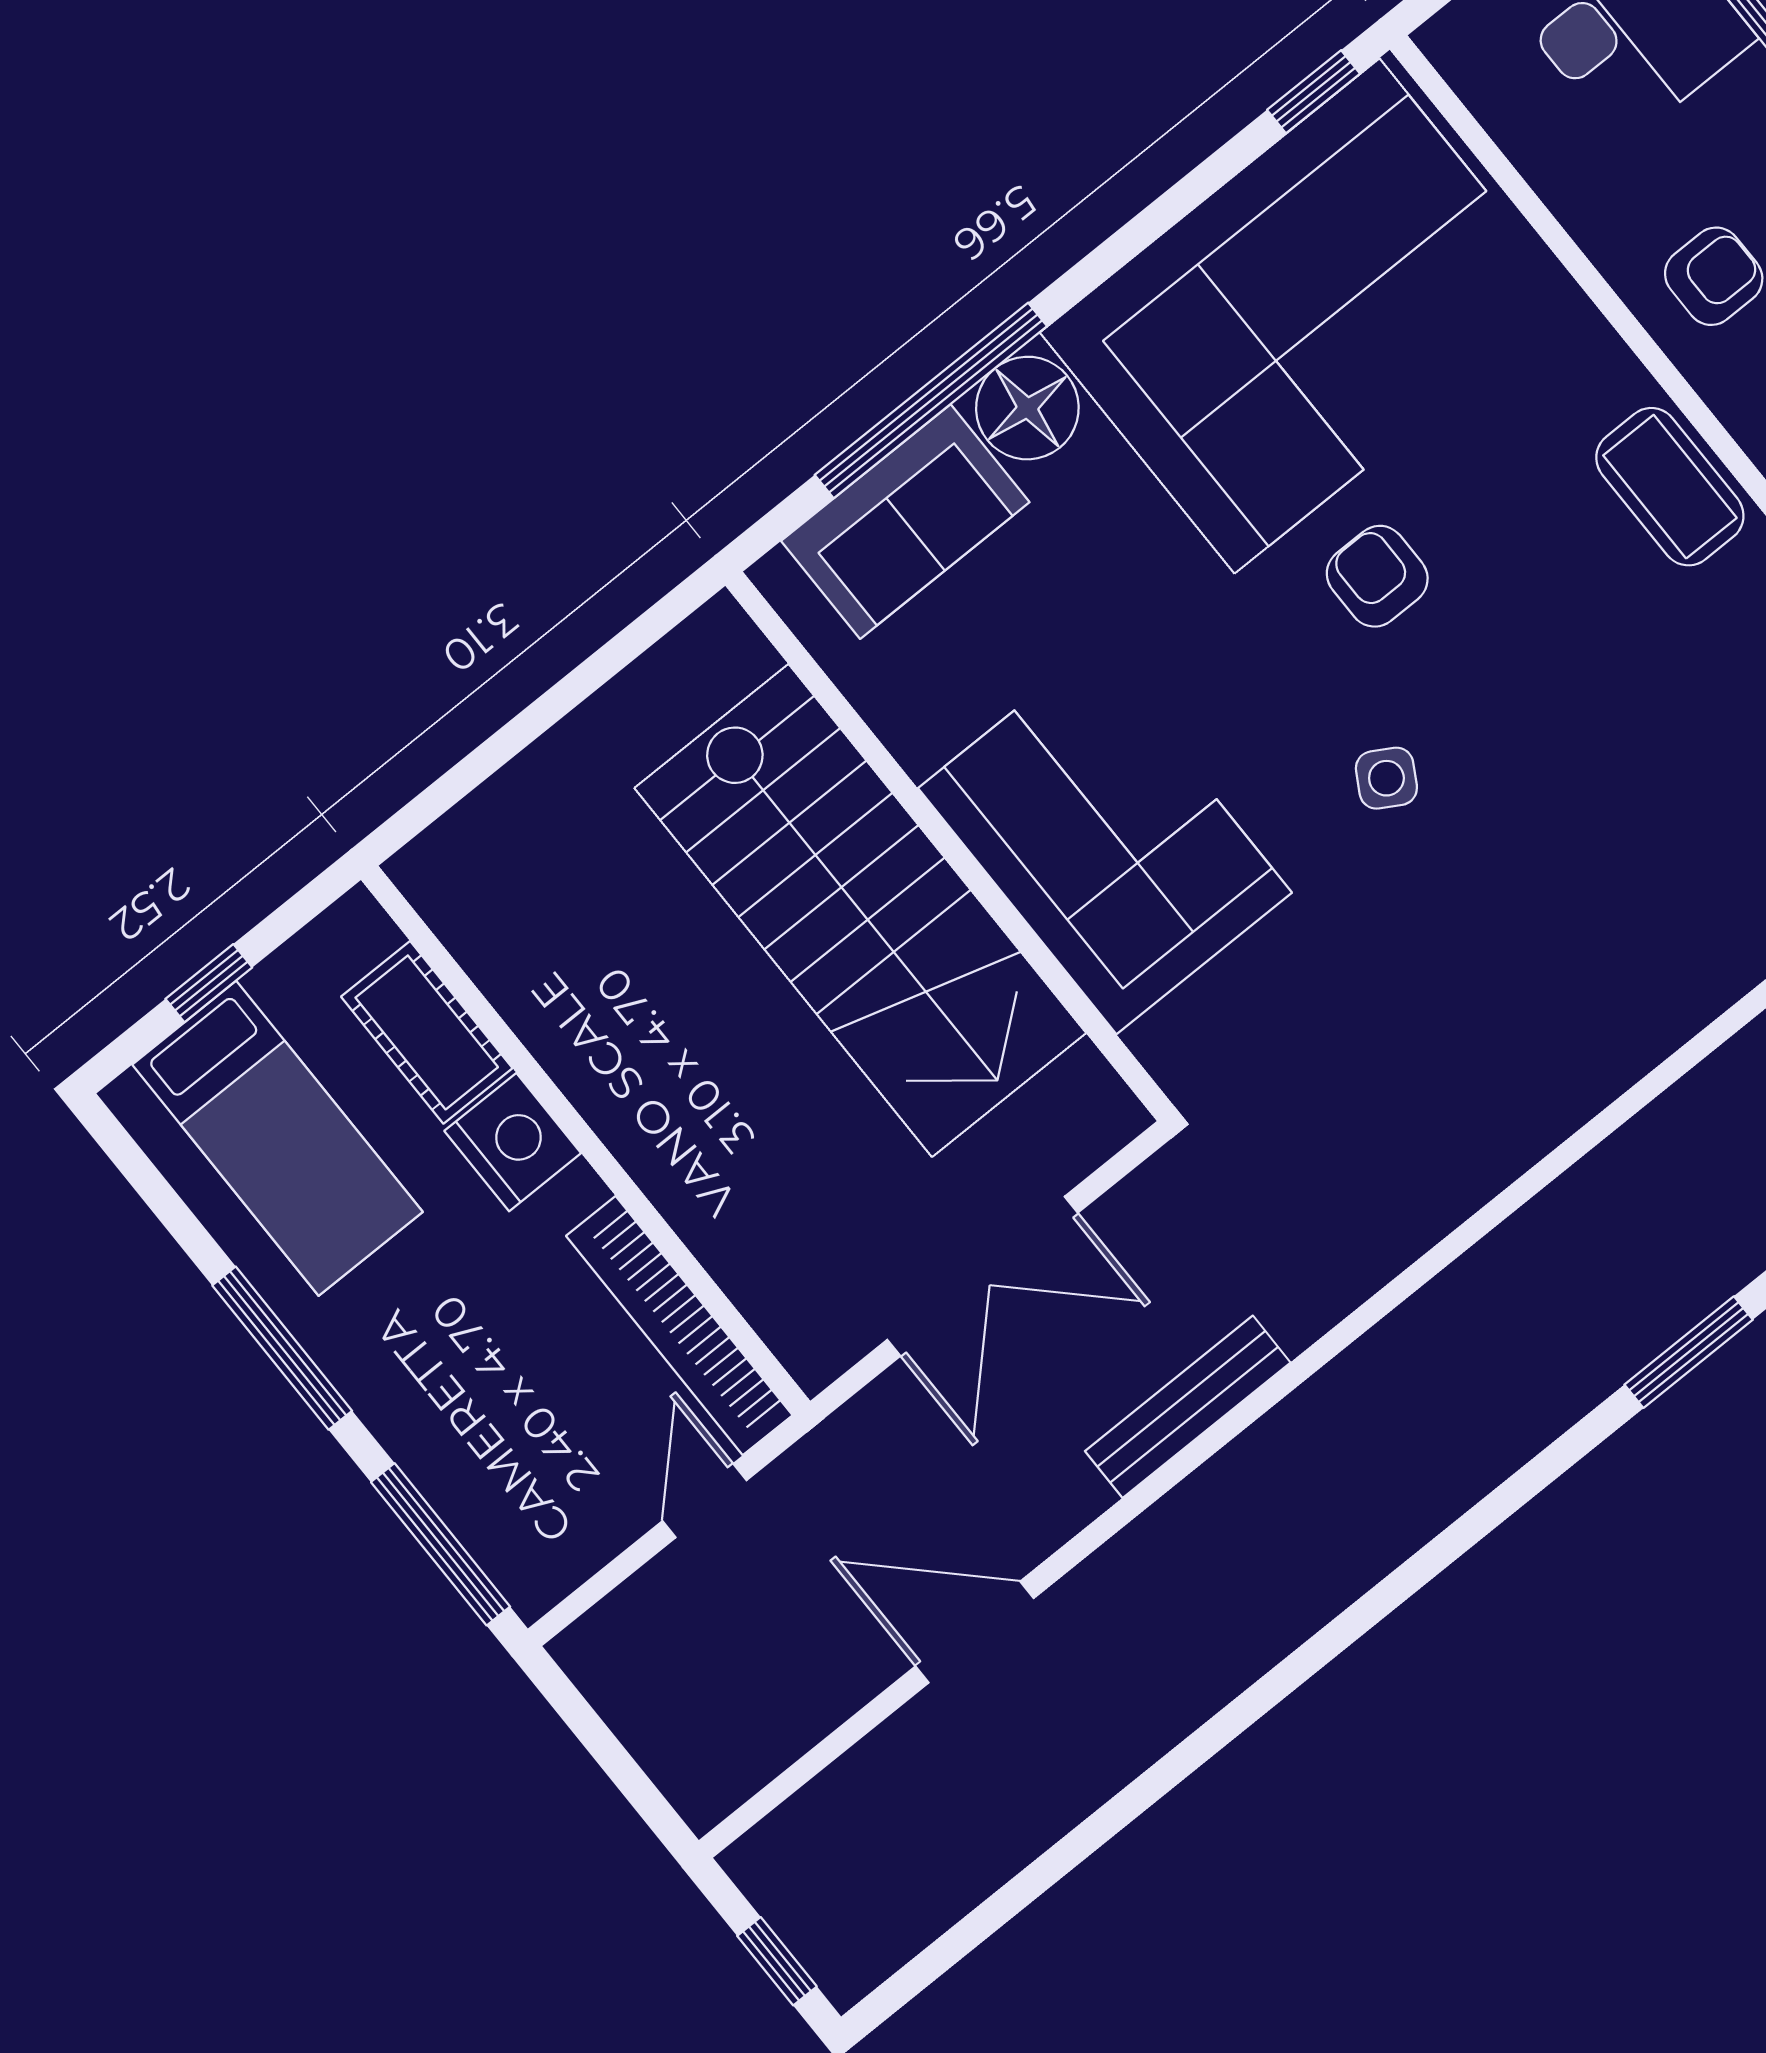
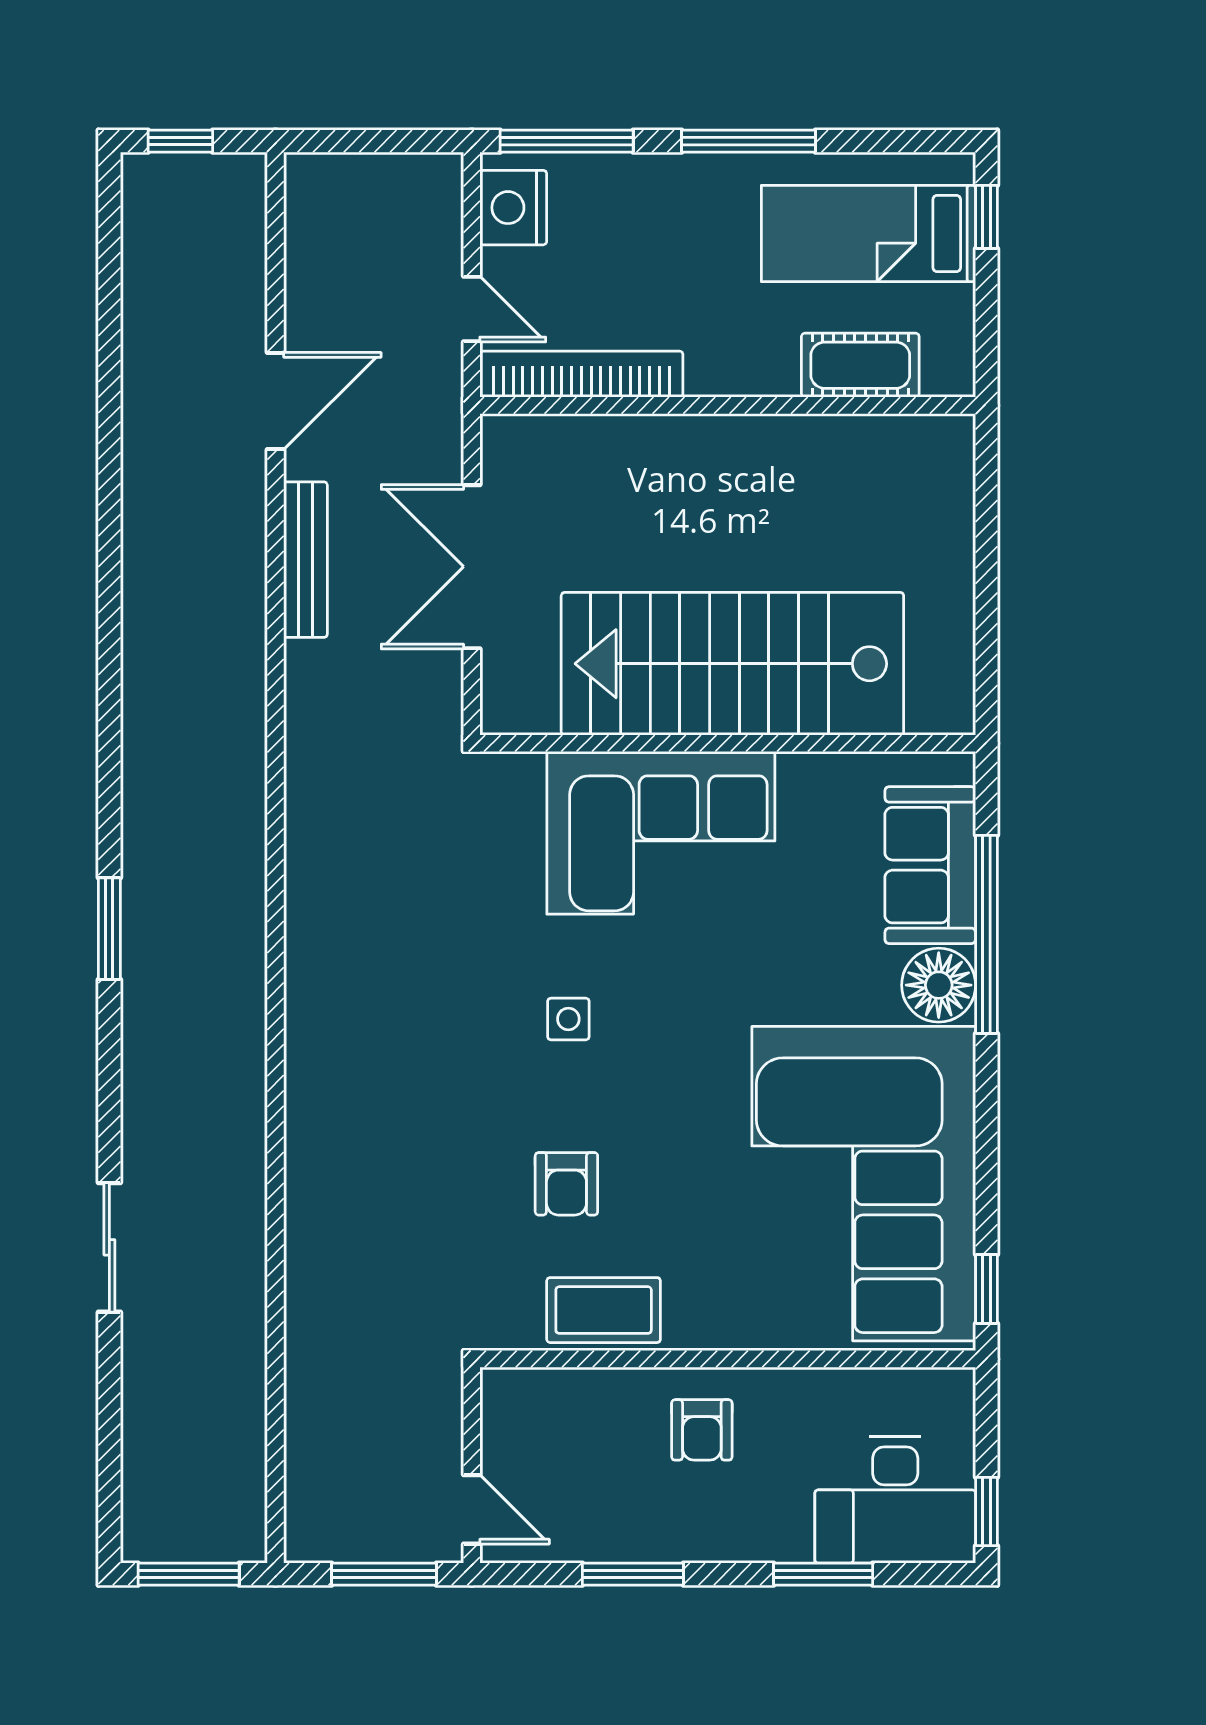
armchair: (1377, 576) -> (566, 1184), moved, turned 90
side table: (1386, 778) -> (568, 1019), turned -30
window: (209, 983) -> (987, 217), moved
nightstand: (513, 1142) -> (513, 208), moved, turned 90
bench: (1188, 1407) -> (306, 560), moved

